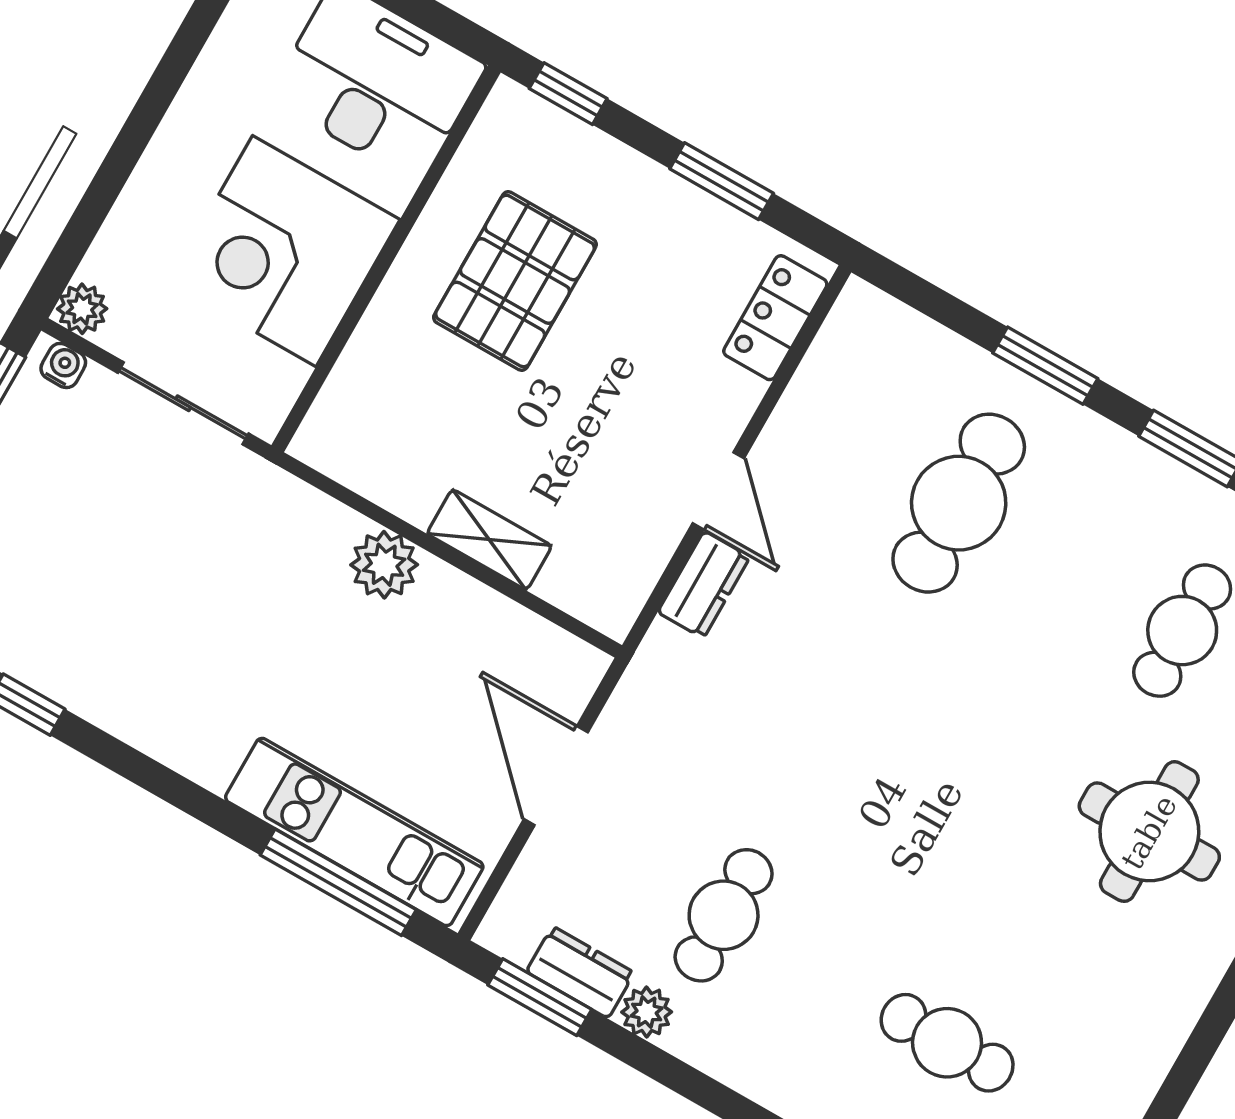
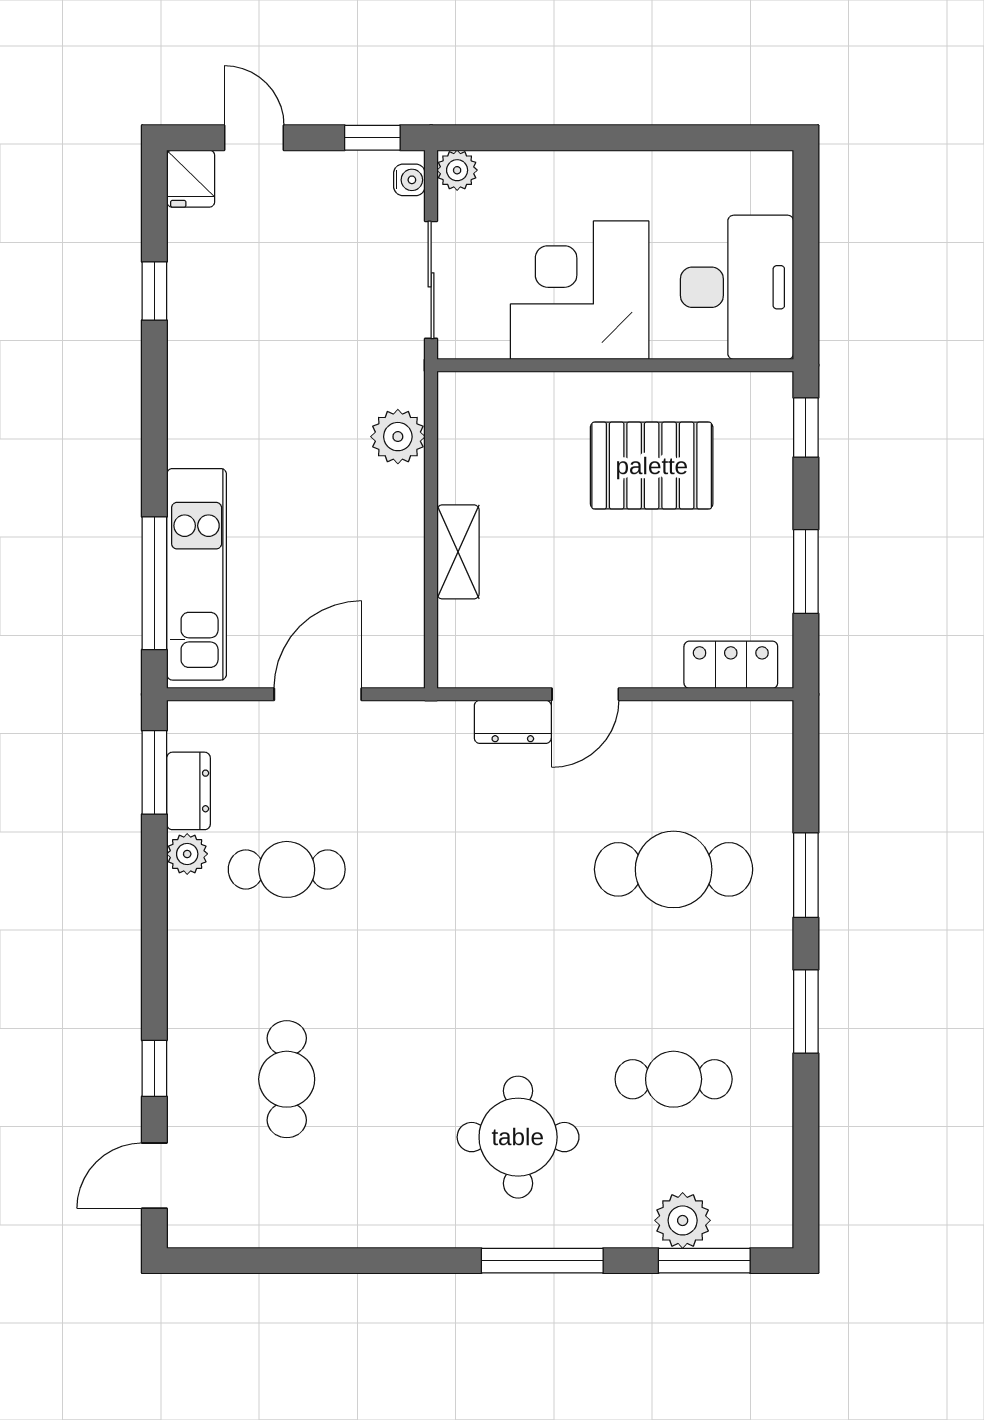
plant: (384, 565) -> (398, 437), moved

